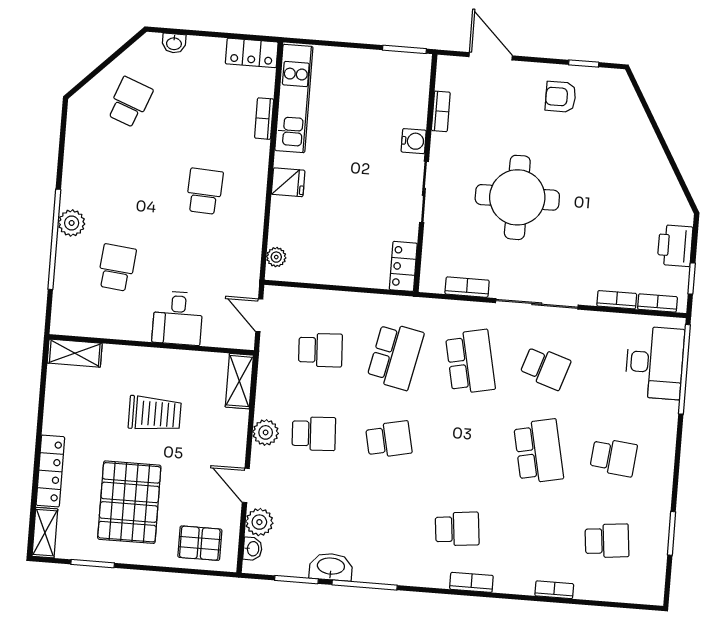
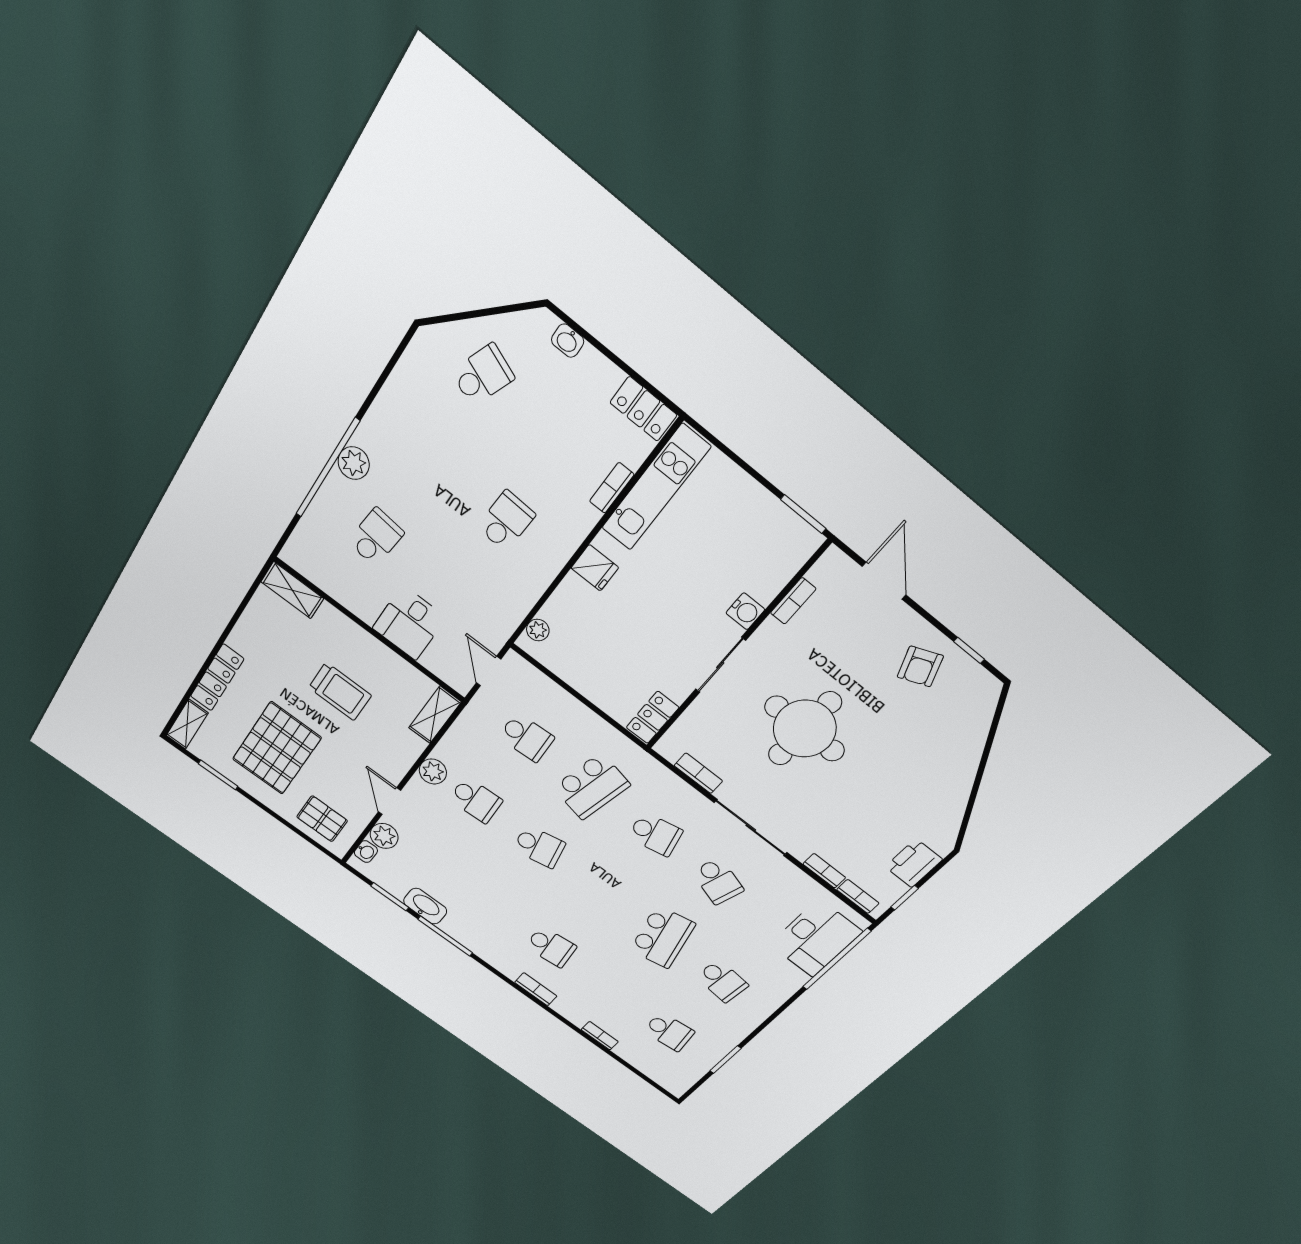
armchair: (561, 97) -> (920, 666), turned -112
school desk: (470, 362) -> (655, 834), width x0.54

